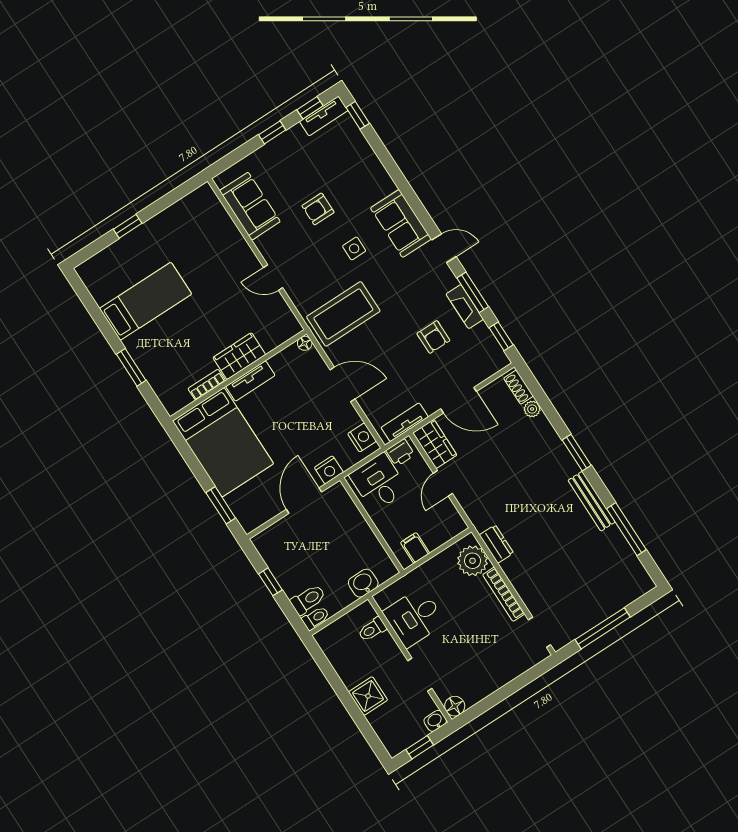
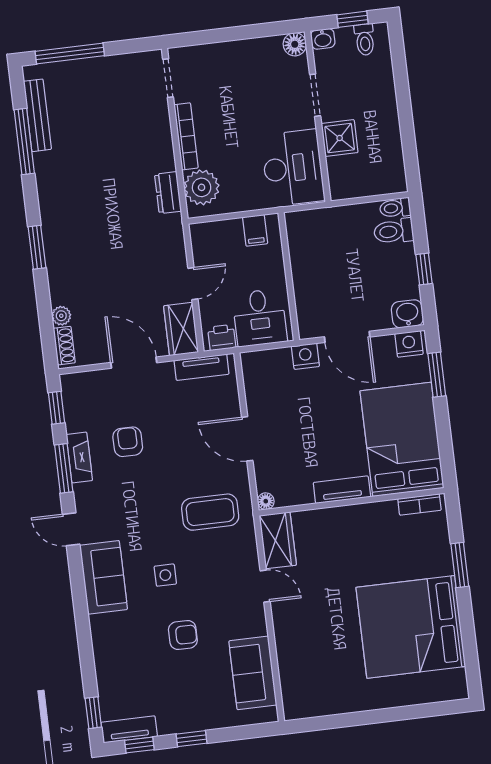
window: (128, 226) -> (391, 715), removed
bed: (146, 301) -> (411, 627), width x2.04
coffee table: (343, 314) -> (210, 512), width x0.73, depth x0.76
wardrobe: (239, 356) -> (278, 540), moved, turned -90
bookcase: (207, 385) -> (419, 504), moved
nightstand: (362, 437) -> (409, 344), moved, turned 90
door: (304, 501) -> (347, 337), hinge flipped
bench: (592, 501) -> (37, 115), moved
washbasin: (363, 583) -> (407, 314), moved, turned 180
desk: (414, 617) -> (293, 168), width x1.37
window: (603, 628) -> (70, 54), moved
toilet: (372, 629) -> (365, 40), moved, turned 90
shower: (368, 696) -> (340, 138), moved

